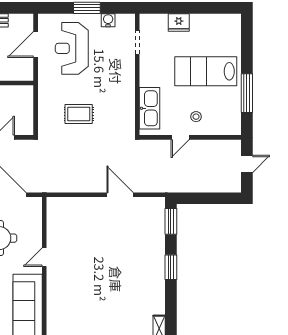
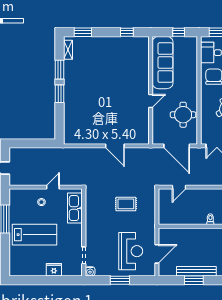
water cooler: (108, 20) -> (90, 271), moved
door: (120, 195) -> (115, 146), moved
window: (171, 221) -> (60, 70), moved

